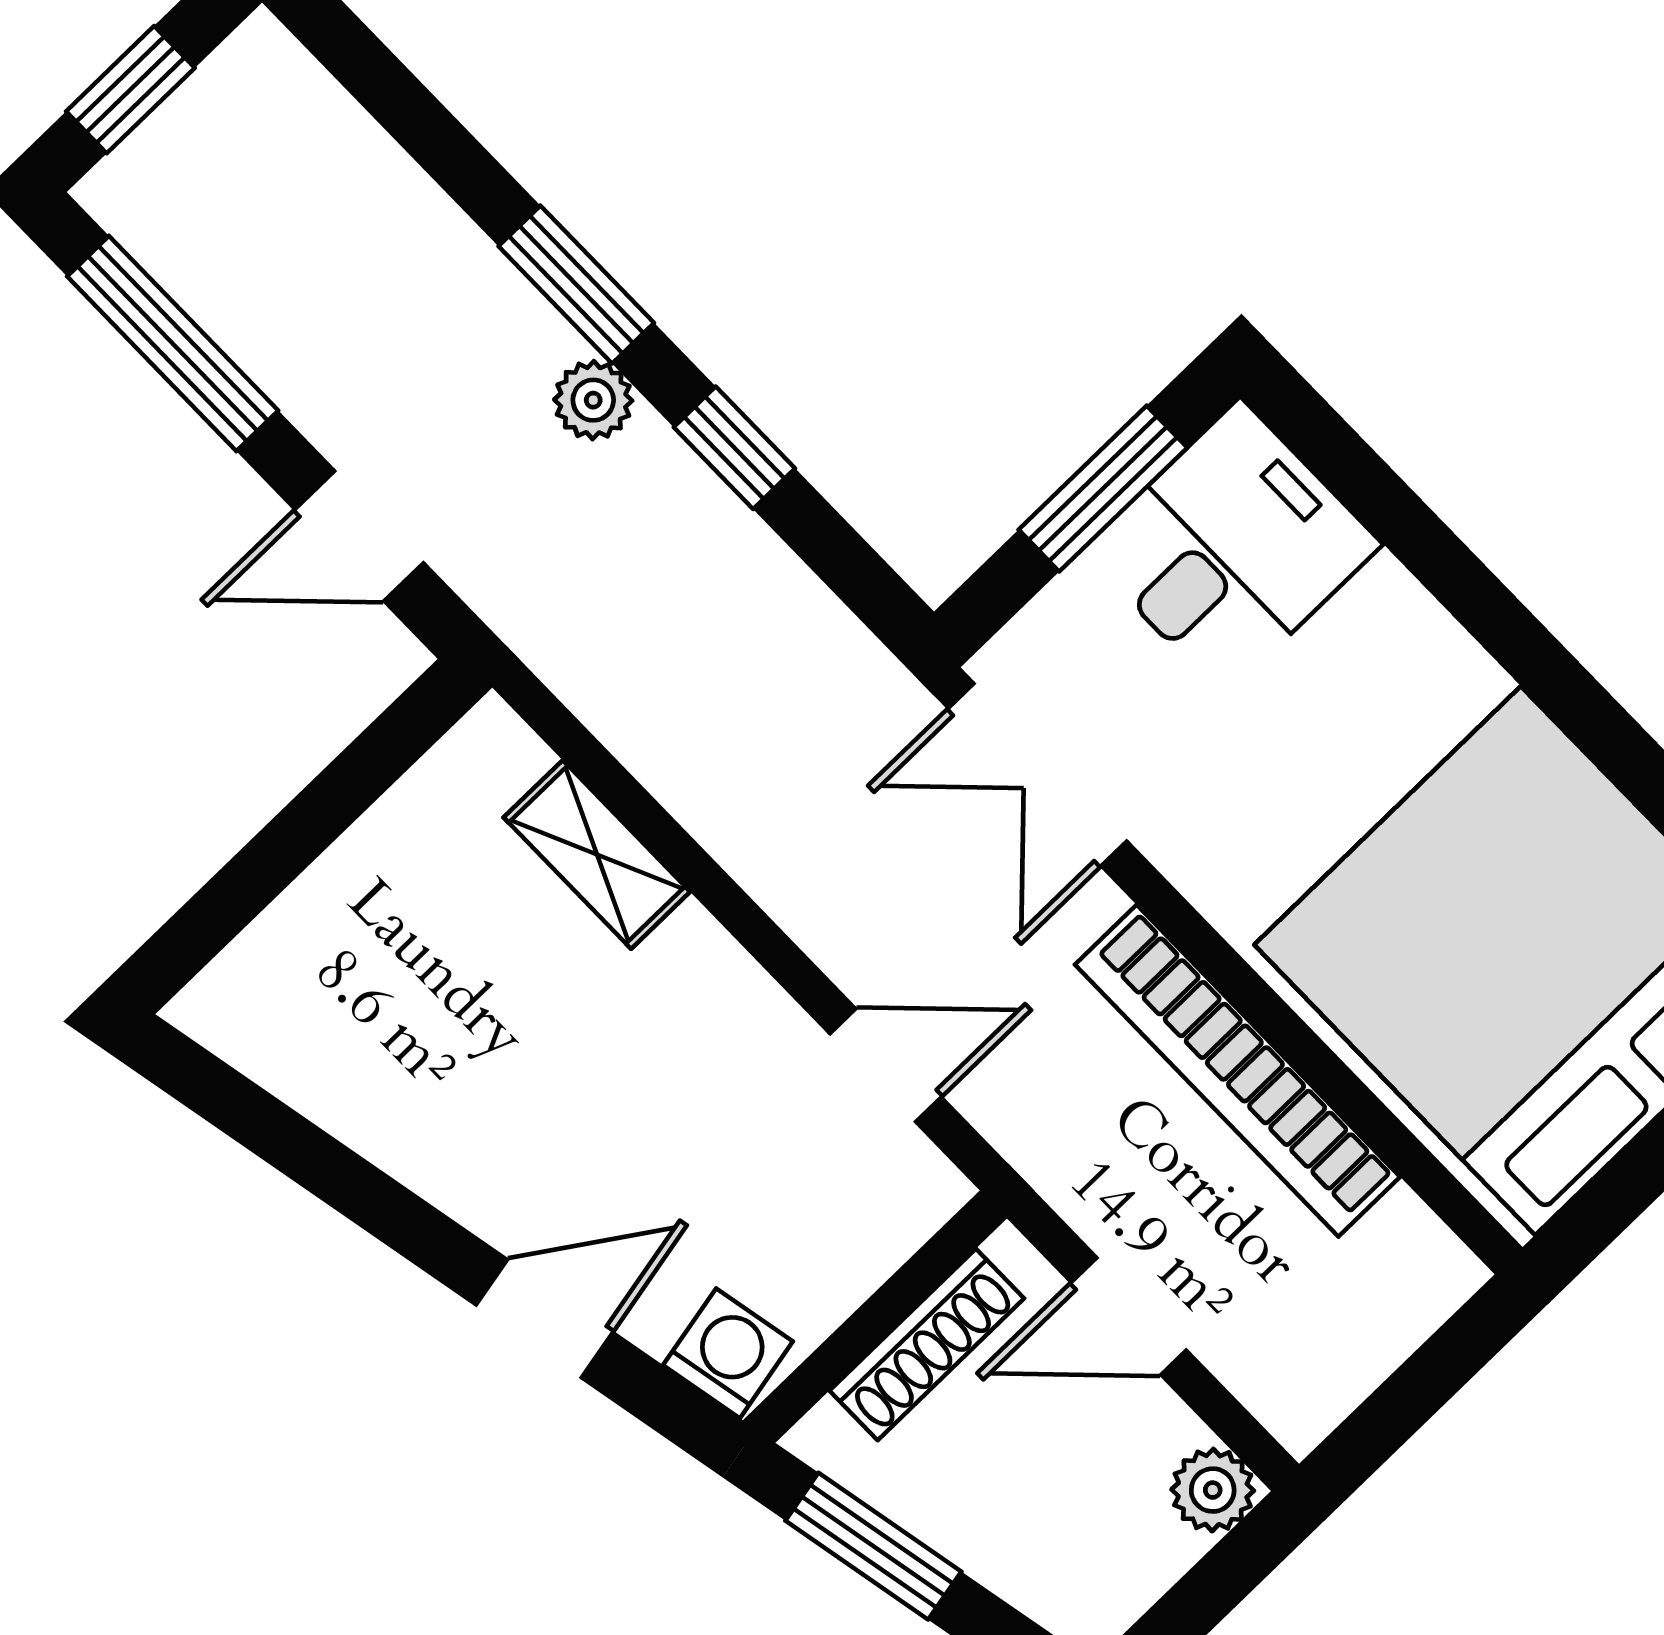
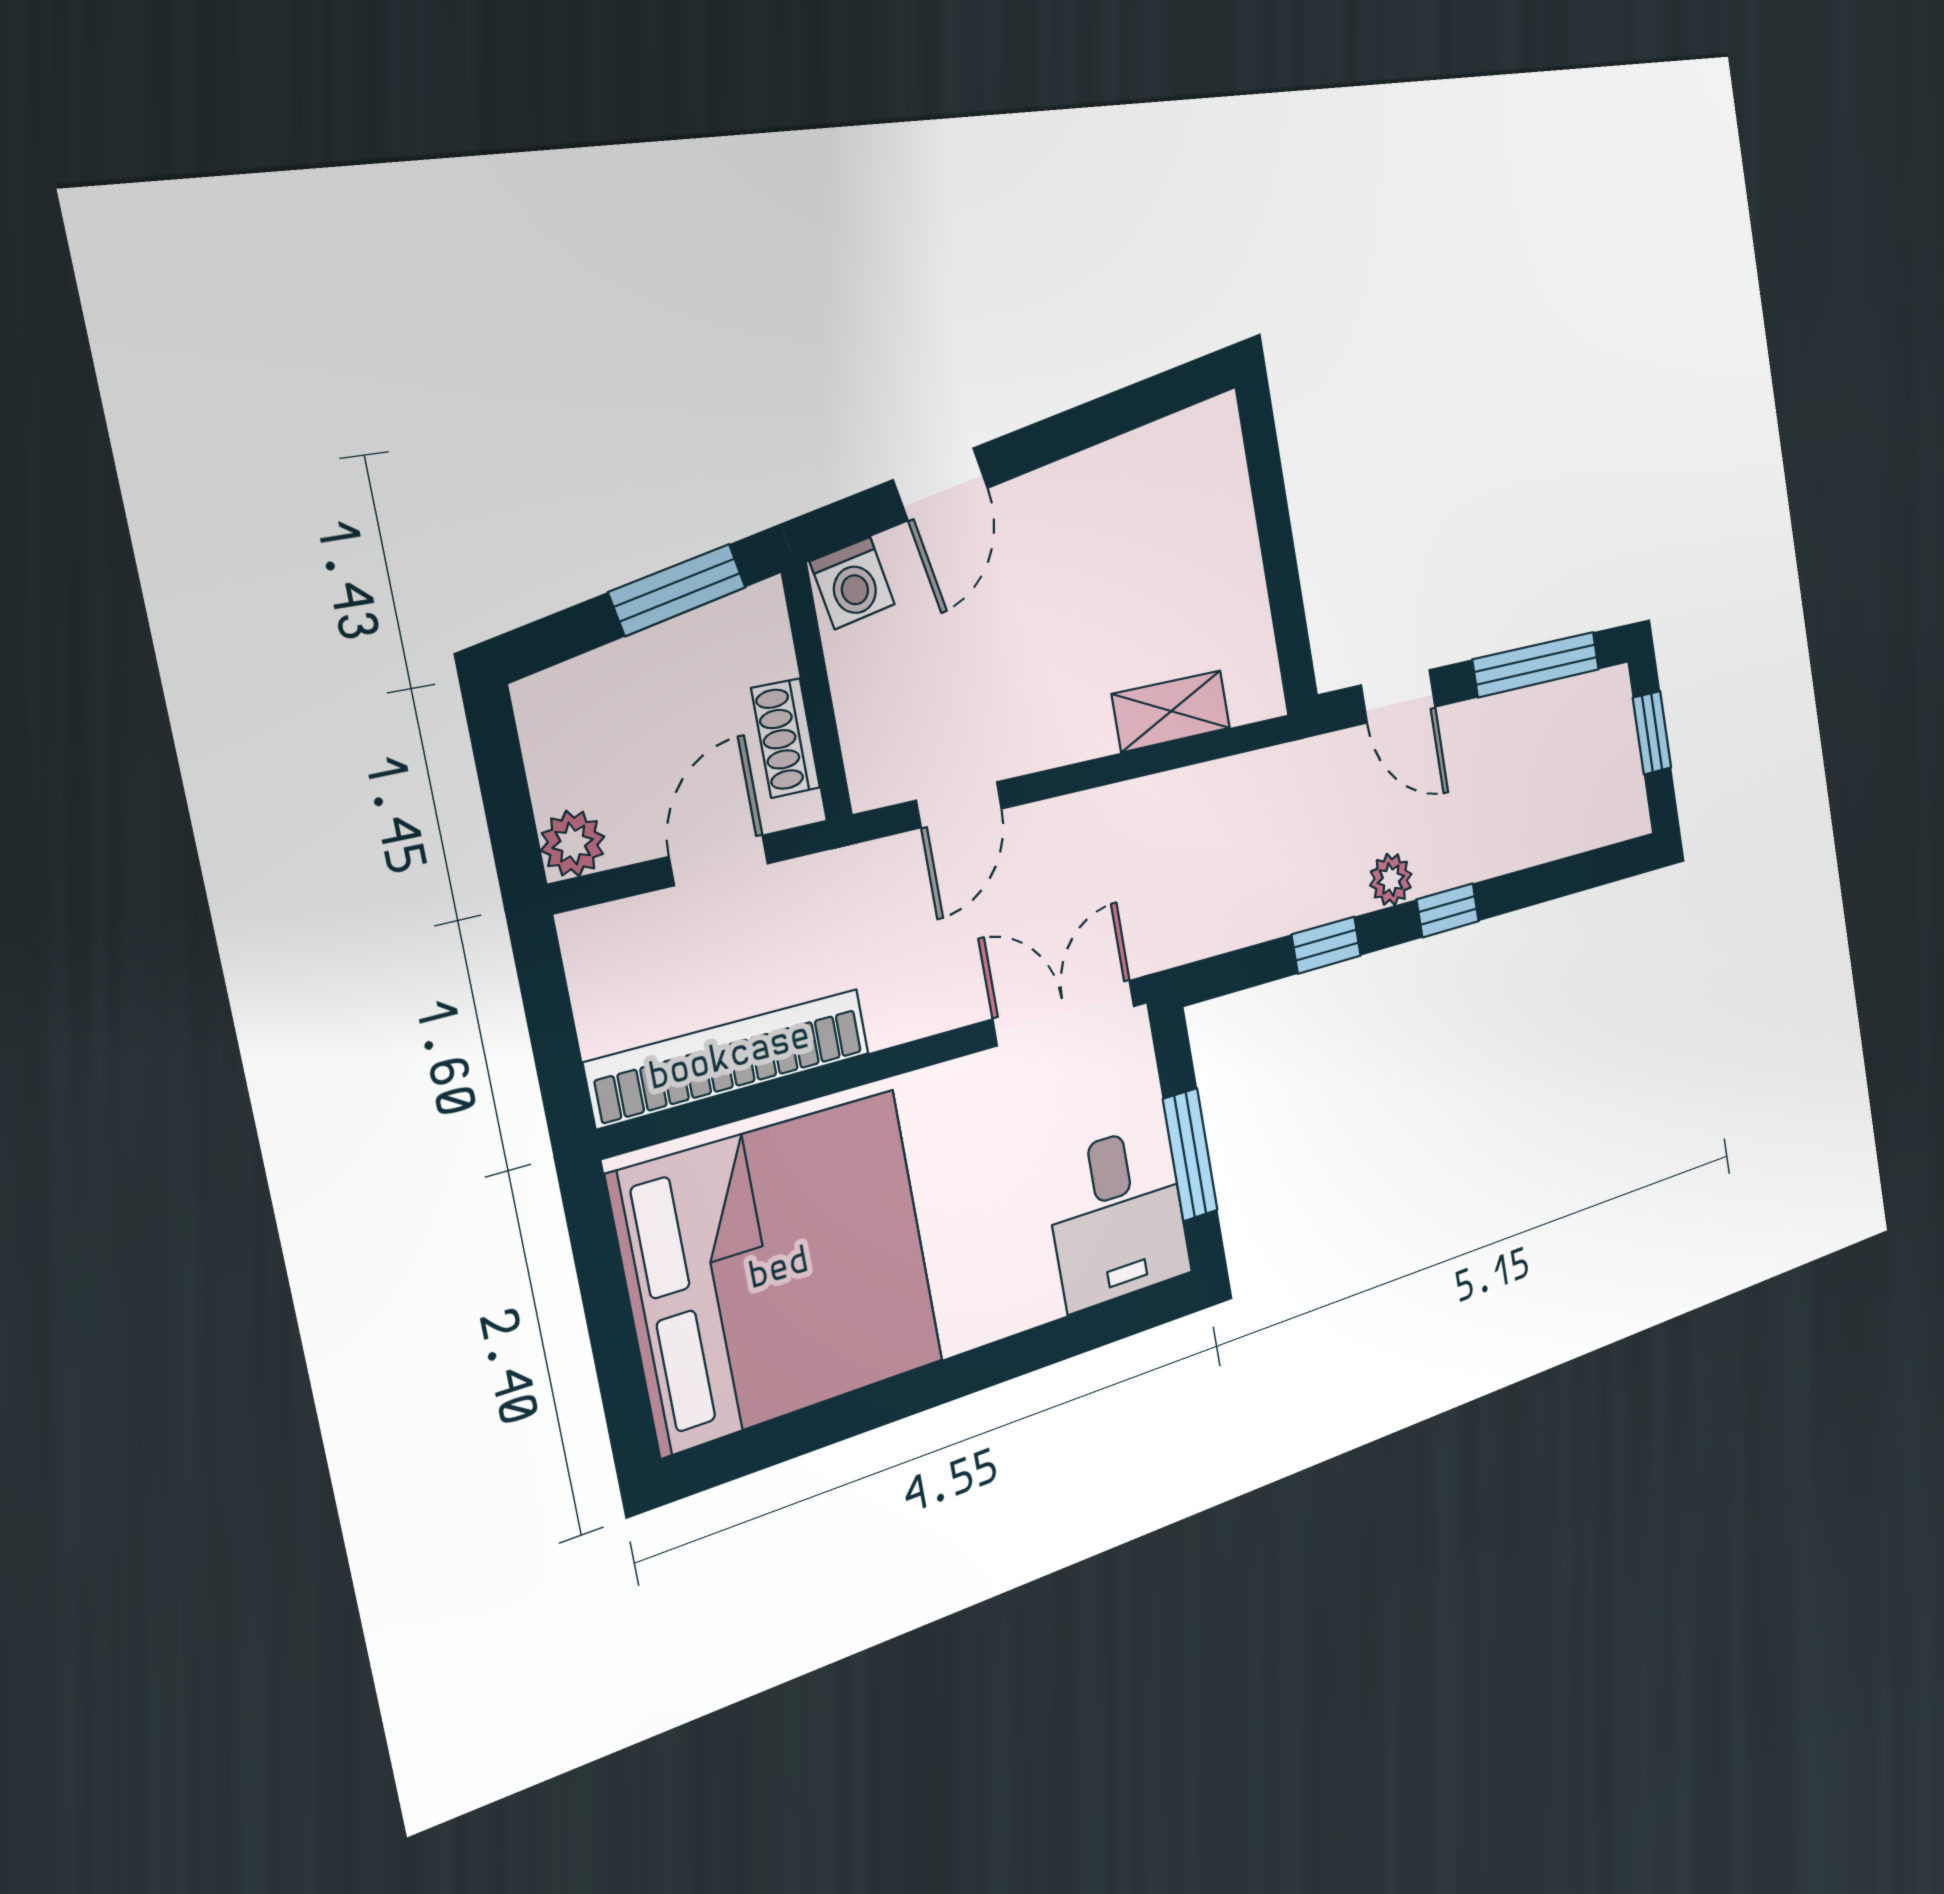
window: (576, 285) -> (1448, 910), width x0.67
door: (359, 536) -> (1398, 696), swing flipped
bookcase: (1237, 1071) -> (730, 1058), moved
shoe rack: (927, 1344) -> (786, 738), width x0.70

